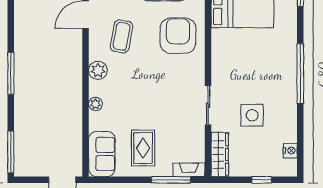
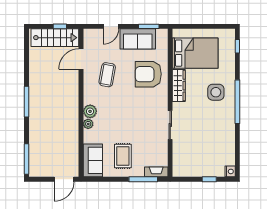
armchair: (178, 36) -> (148, 74), turned -90
plant: (98, 70) -> (90, 111), moved
side table: (252, 115) -> (216, 92), moved
nightstand: (290, 151) -> (230, 171), moved
wardrobe: (220, 154) -> (179, 86), moved

